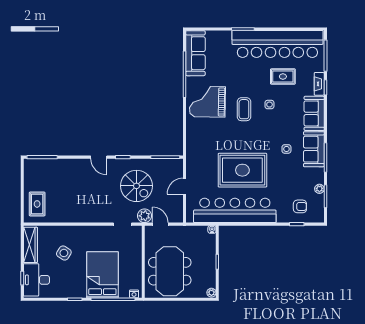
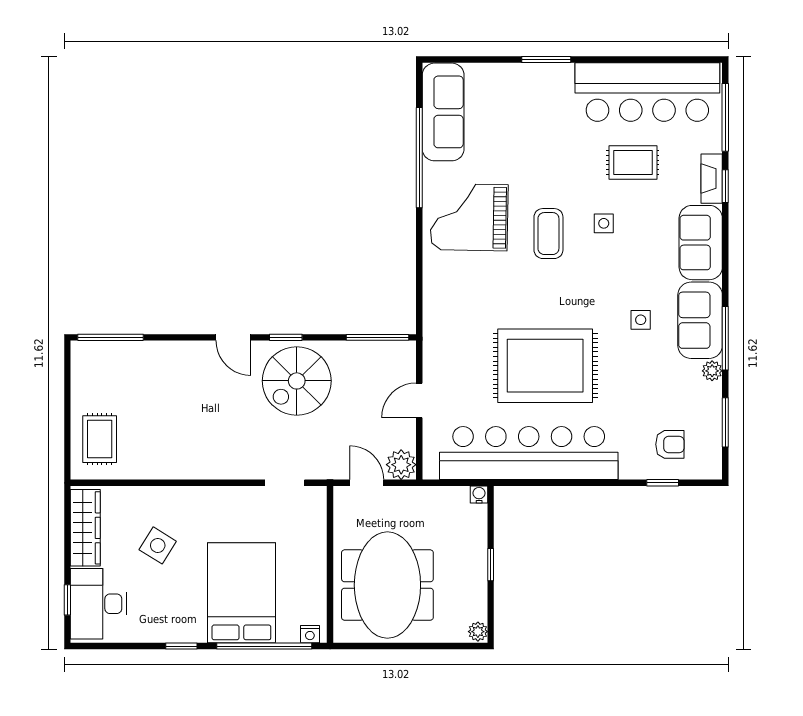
bar counter: (277, 44) -> (647, 92), width x0.73
spiral stairs: (136, 186) -> (297, 381), moved, turned 90
plant: (319, 189) -> (712, 371), moved
plant: (145, 216) -> (401, 465), moved

